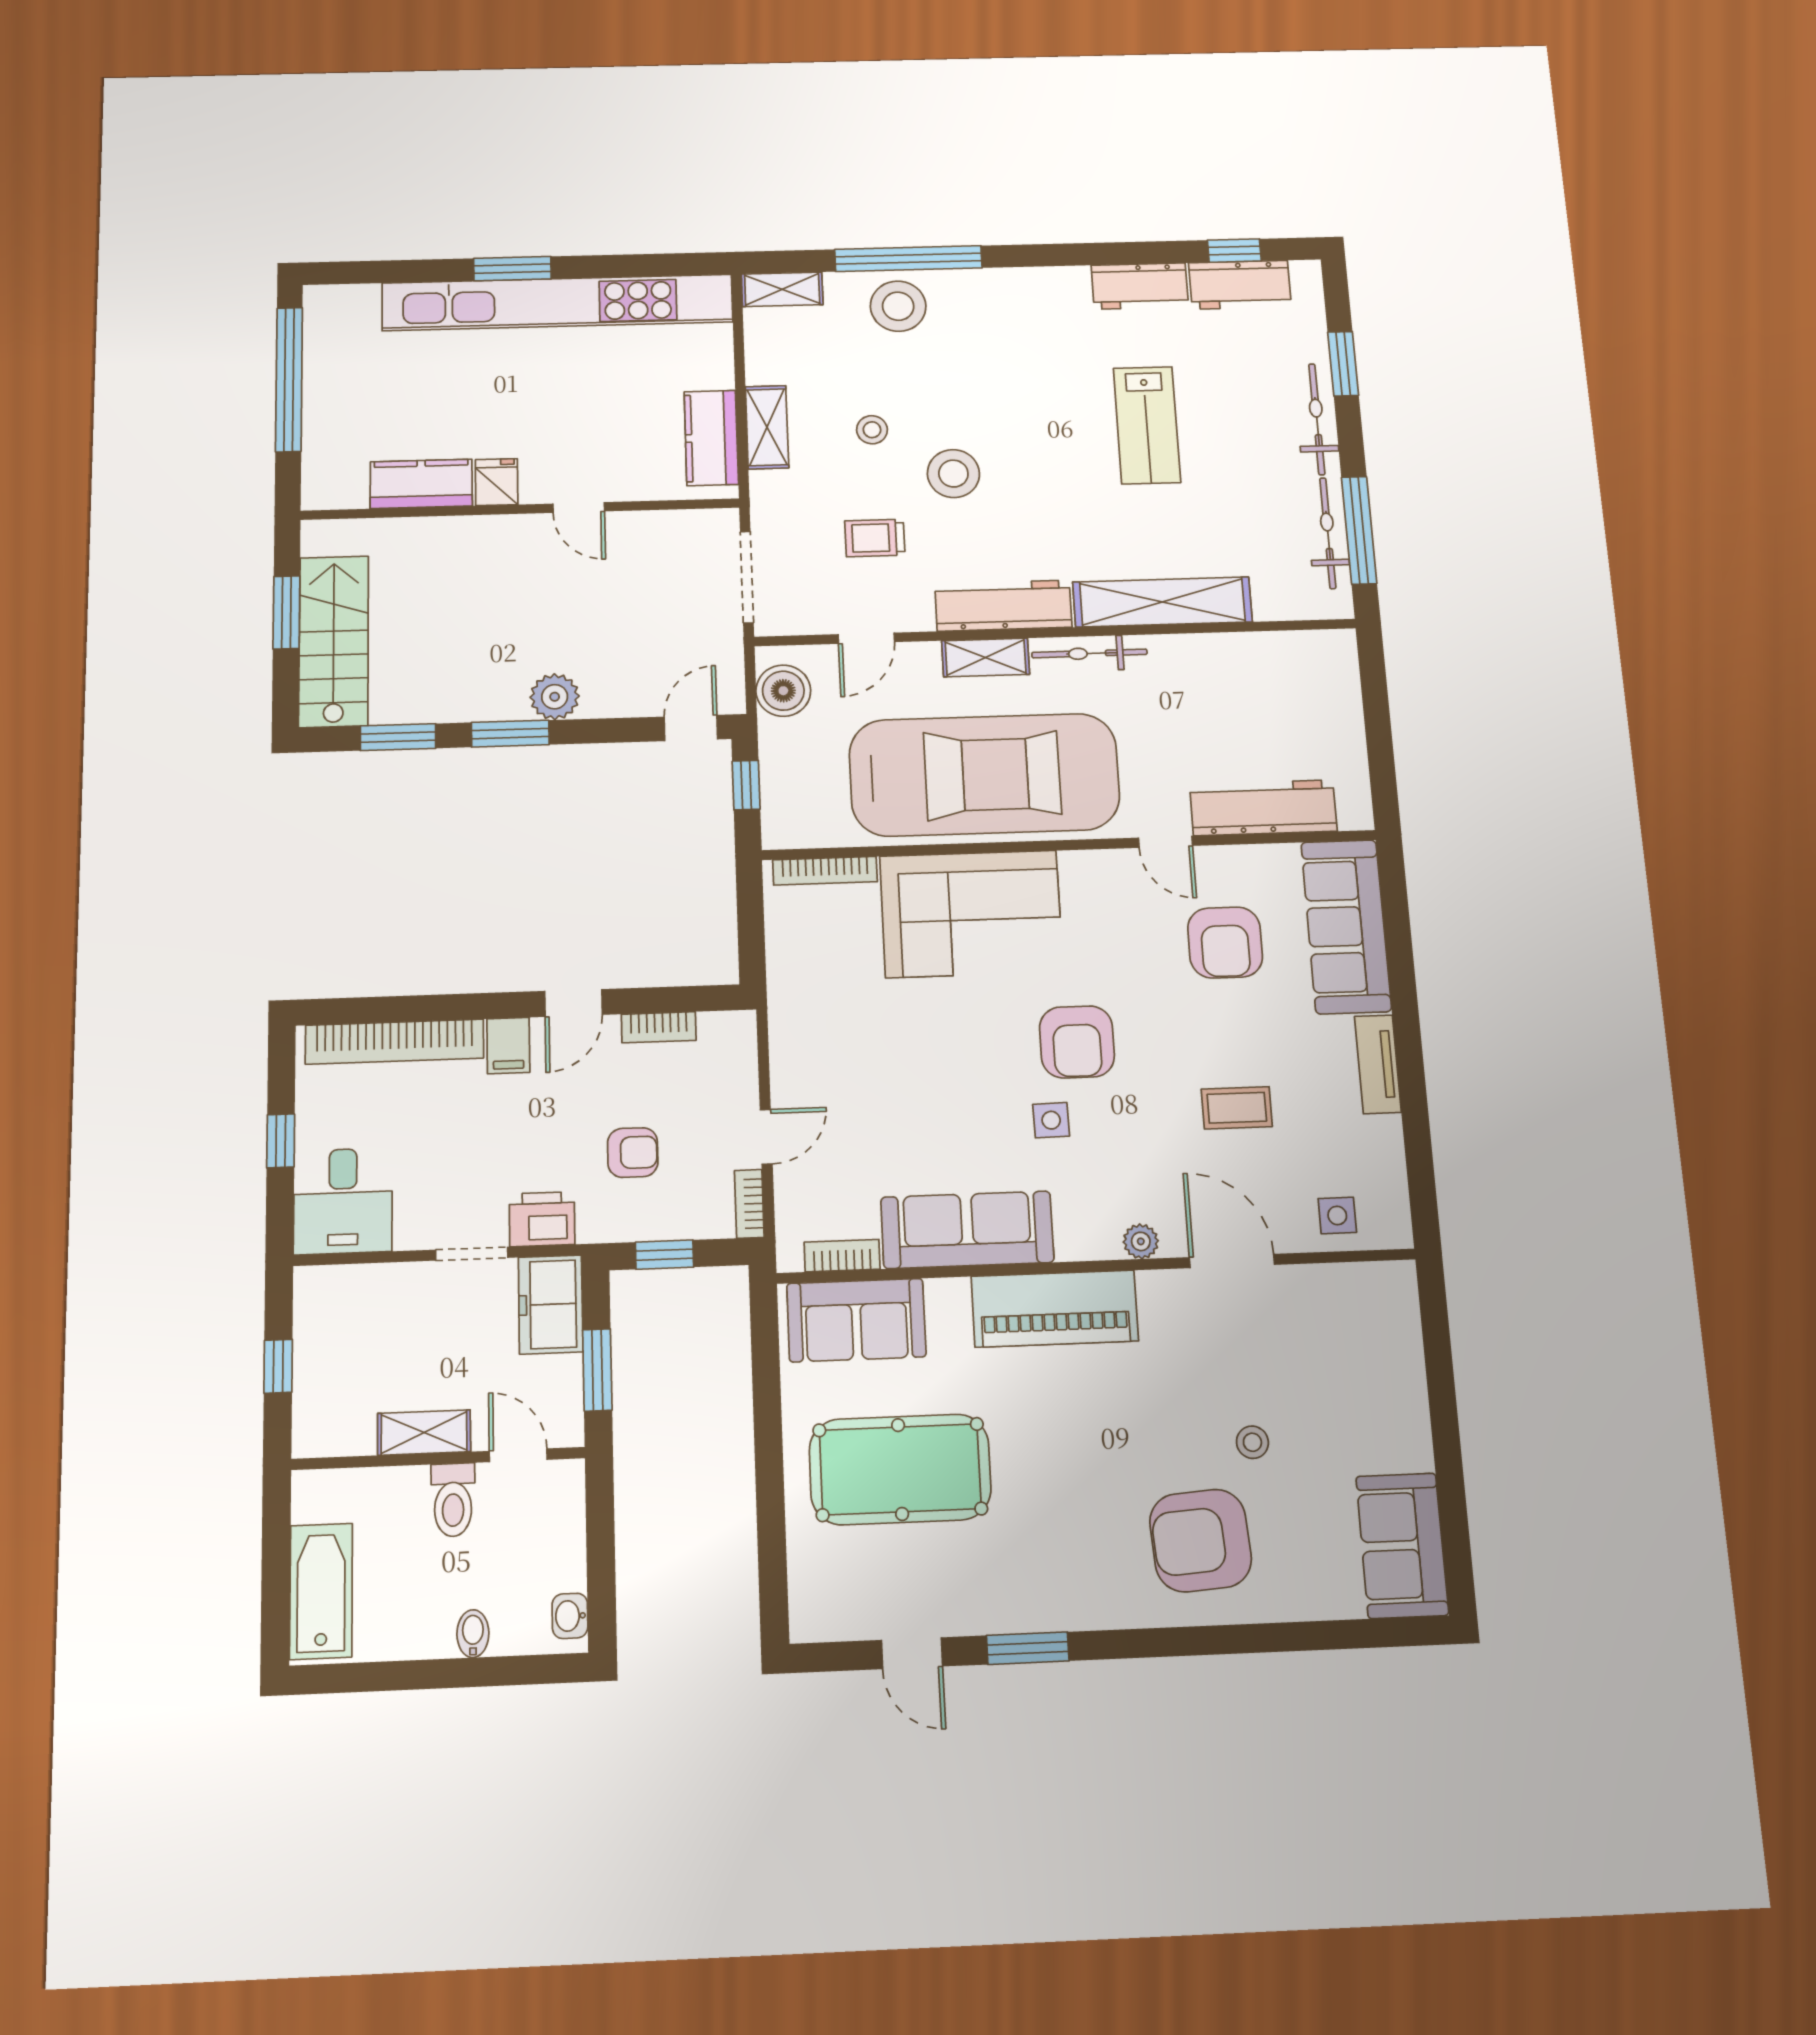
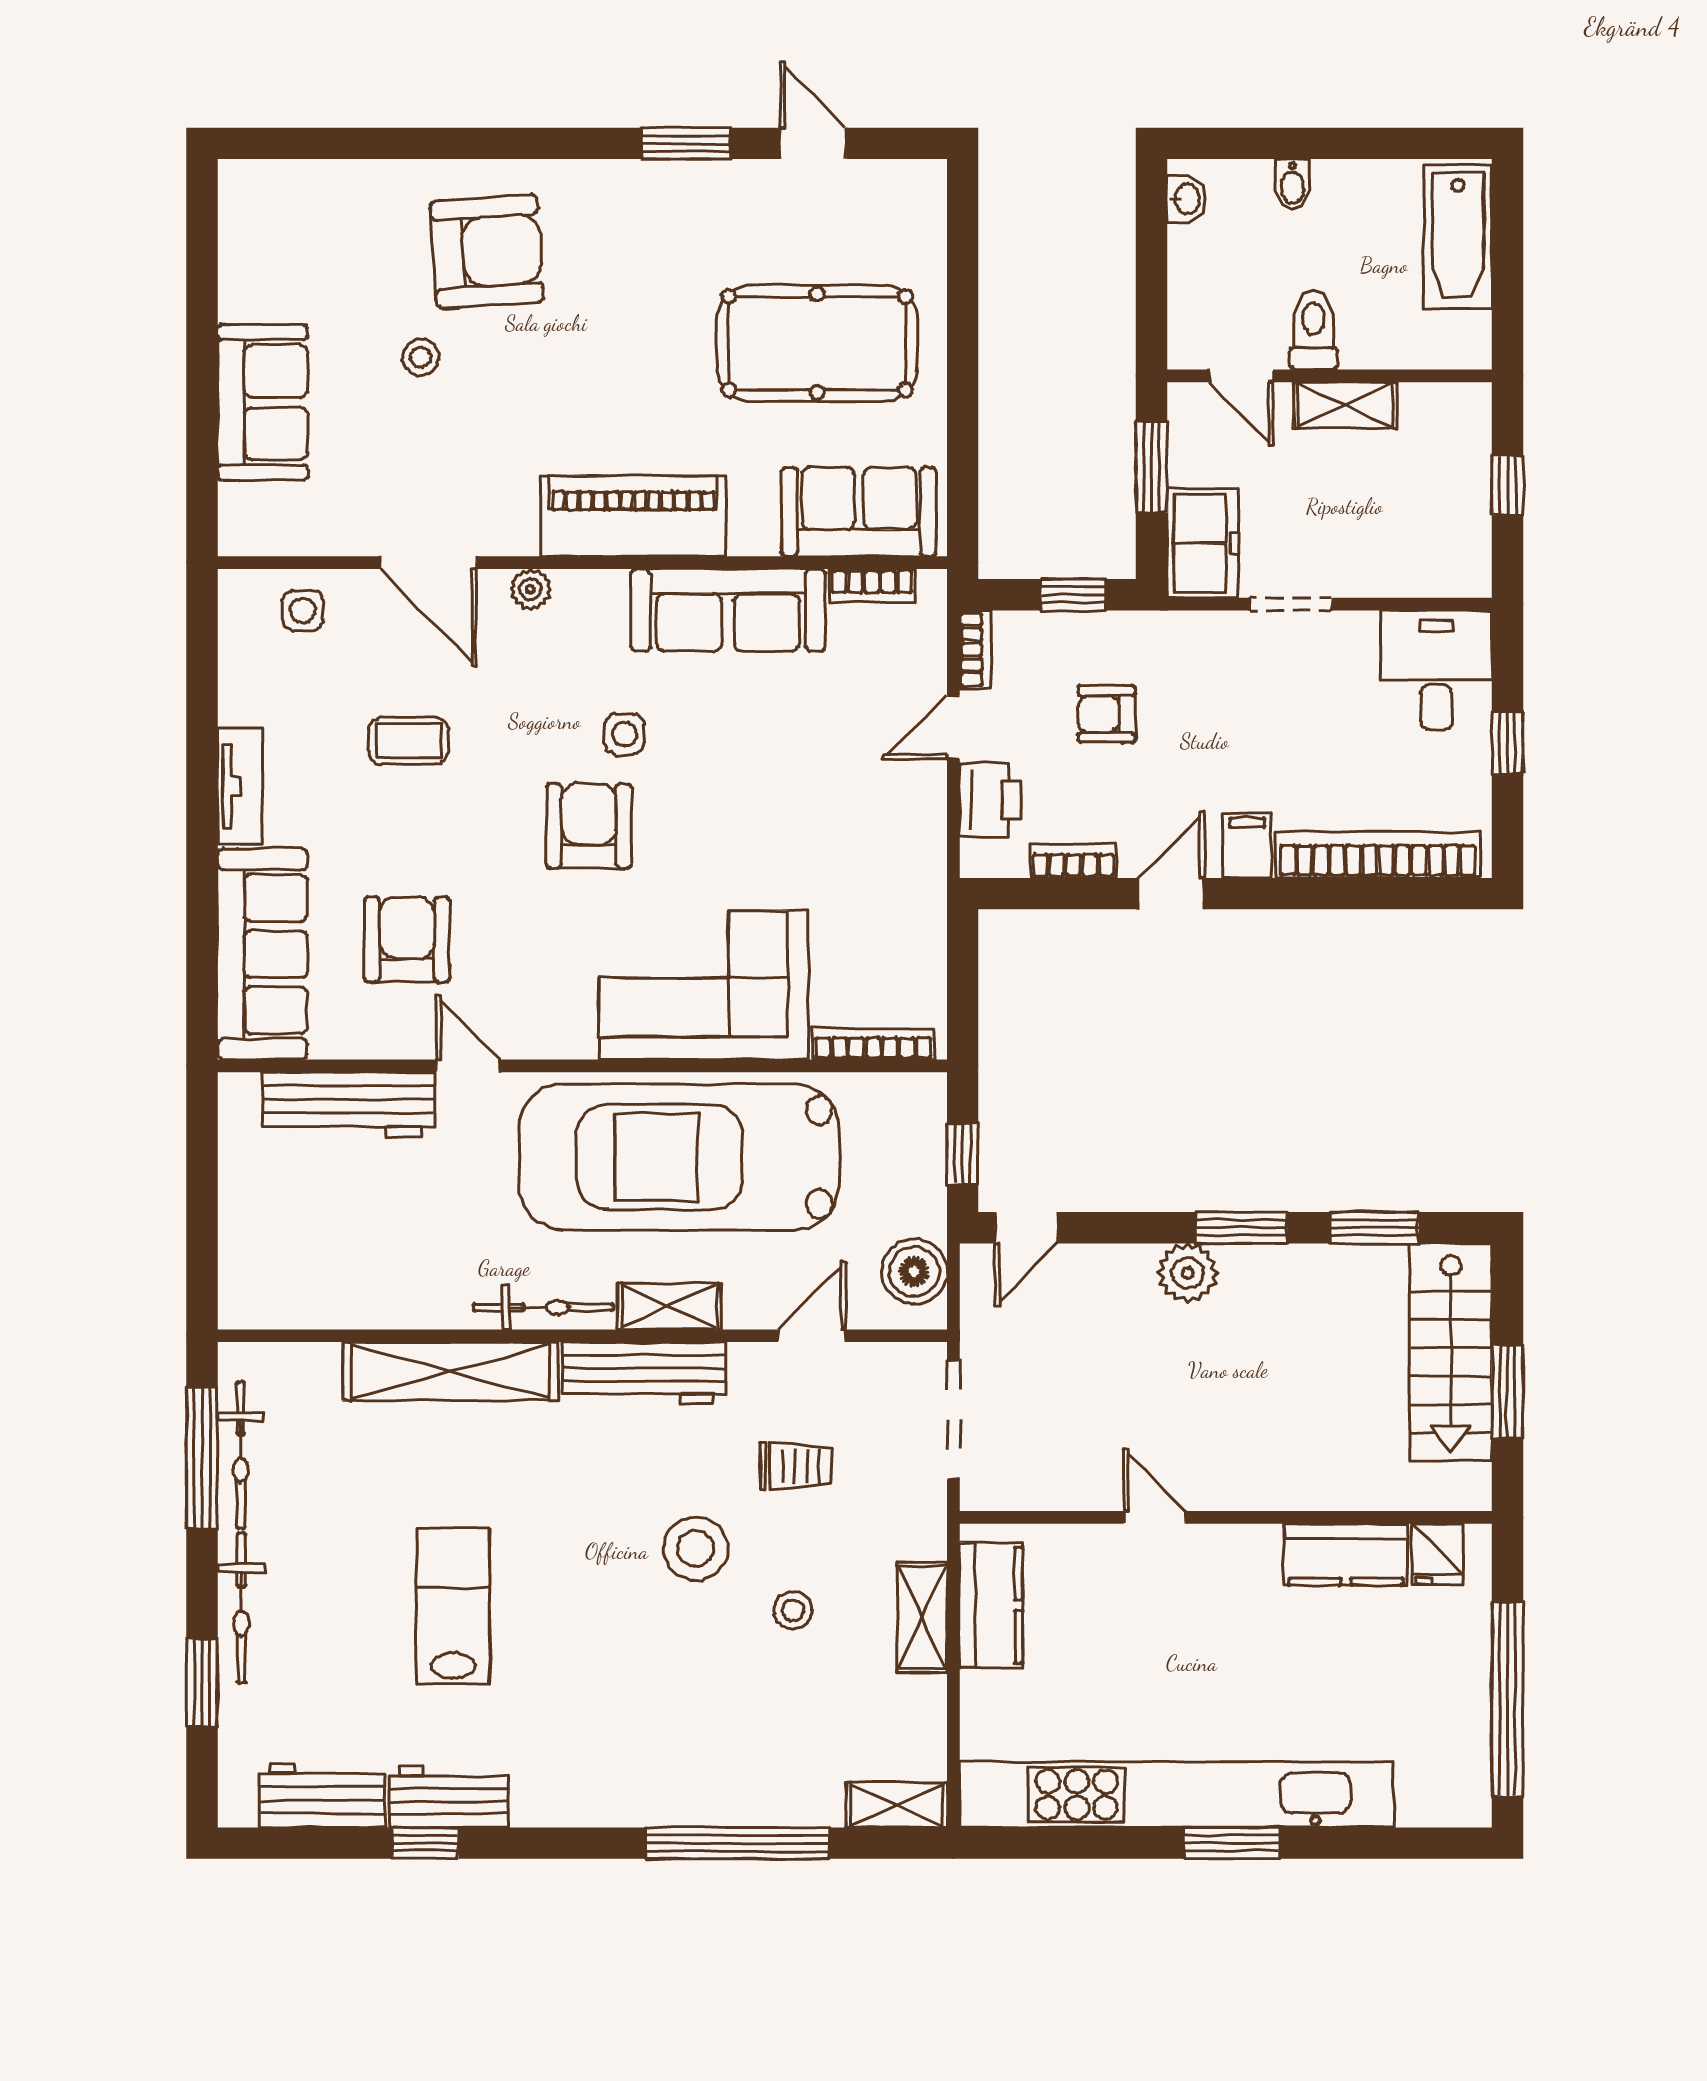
window: (1234, 251) -> (425, 1843), moved
stool: (898, 306) -> (753, 1778), removed
fridge: (497, 482) -> (1437, 1554), moved
printer: (542, 1219) -> (990, 800), moved, turned -90
sofa: (1402, 1546) -> (263, 402), moved

